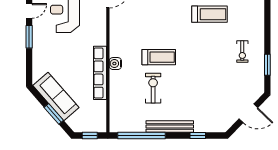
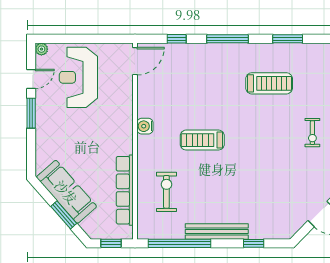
treadmill: (159, 57) -> (202, 140), turned 180
water cooler: (115, 64) -> (145, 126), moved
row of seats: (100, 73) -> (125, 190), moved
exercise bike: (153, 88) -> (166, 192), moved

